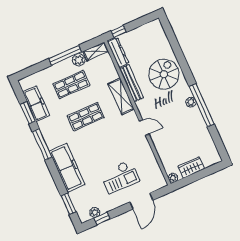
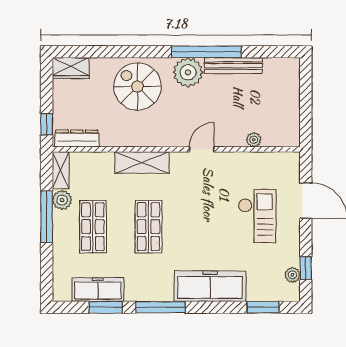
bench: (131, 83) -> (233, 66), moved
plant: (191, 102) -> (188, 72), width x1.87, depth x1.87
wardrobe: (191, 168) -> (71, 68), moved, turned -90
plant: (173, 178) -> (254, 140), moved

